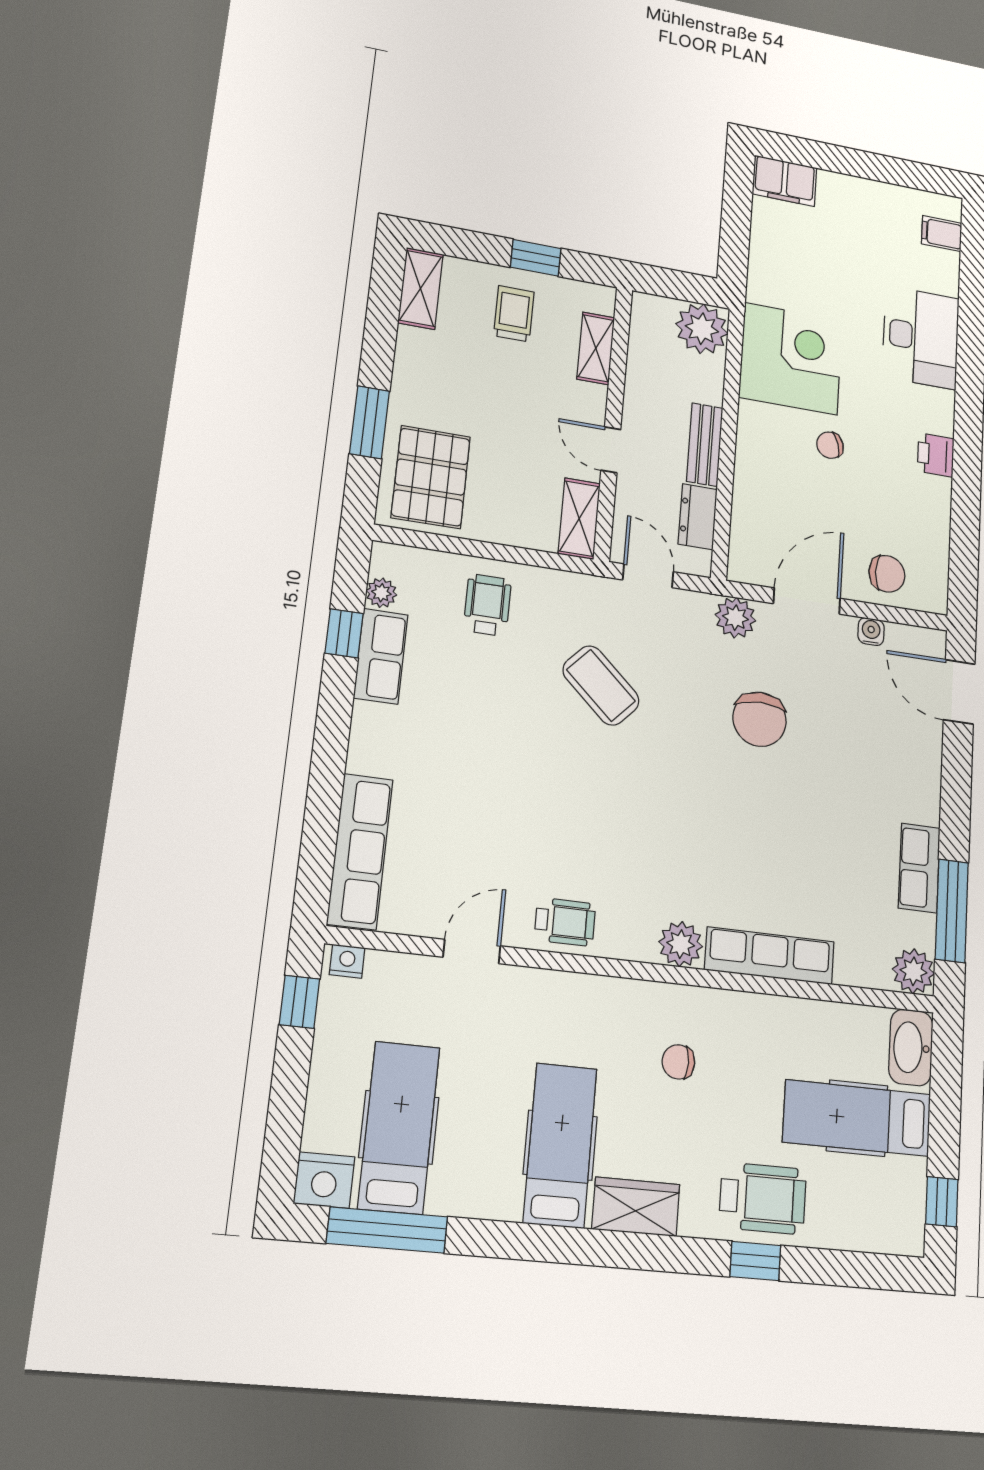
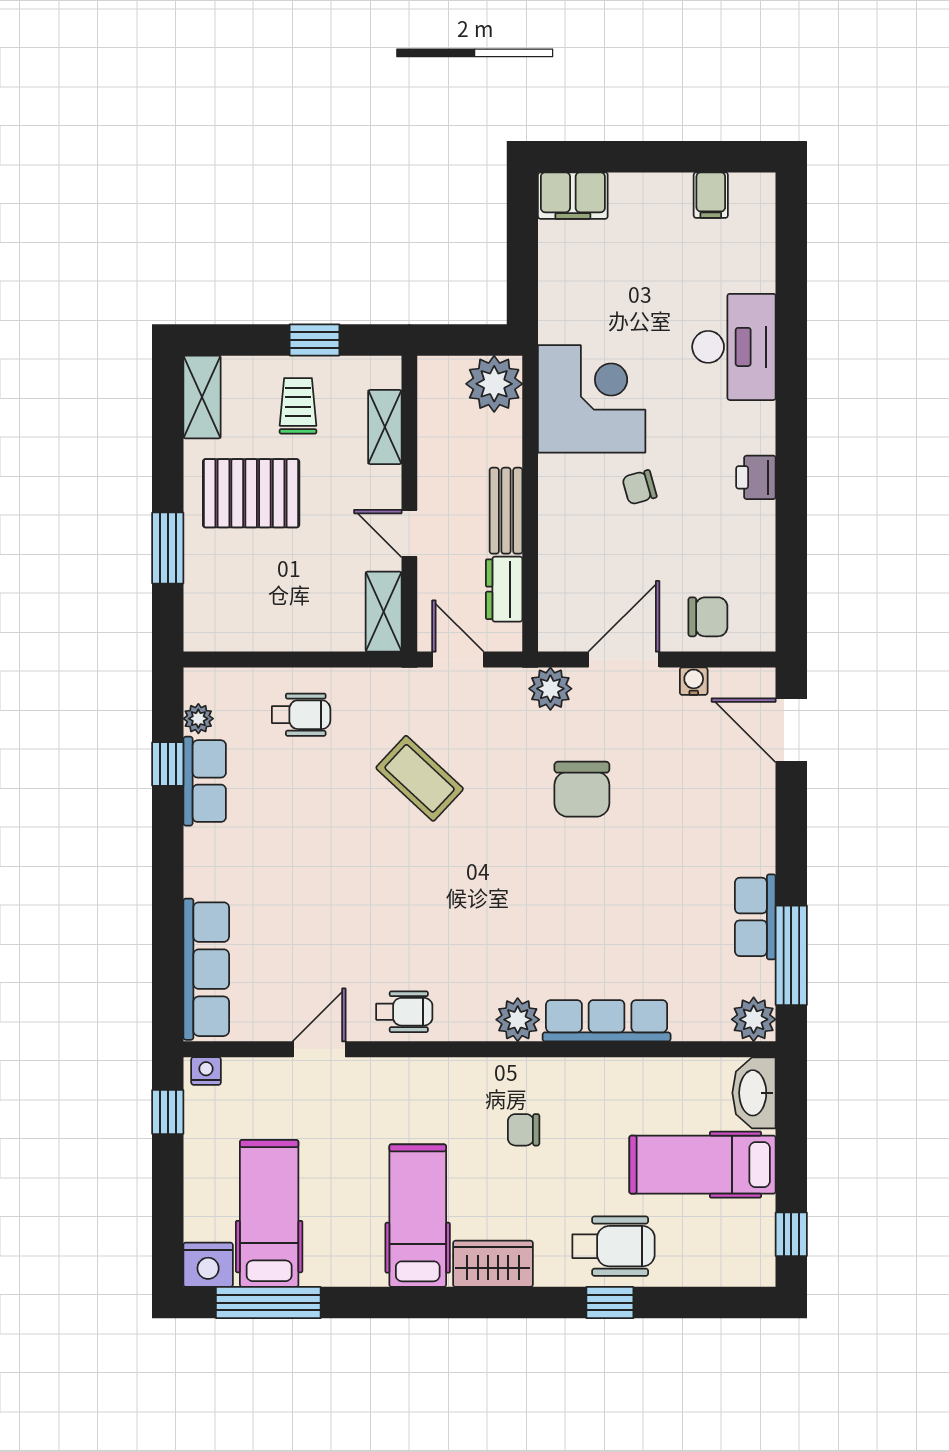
filing cabinet: (942, 234) -> (711, 195), moved, turned -90
pallet: (431, 477) -> (251, 493), moved, turned 90
wheelchair: (487, 605) -> (301, 715), turned 90

